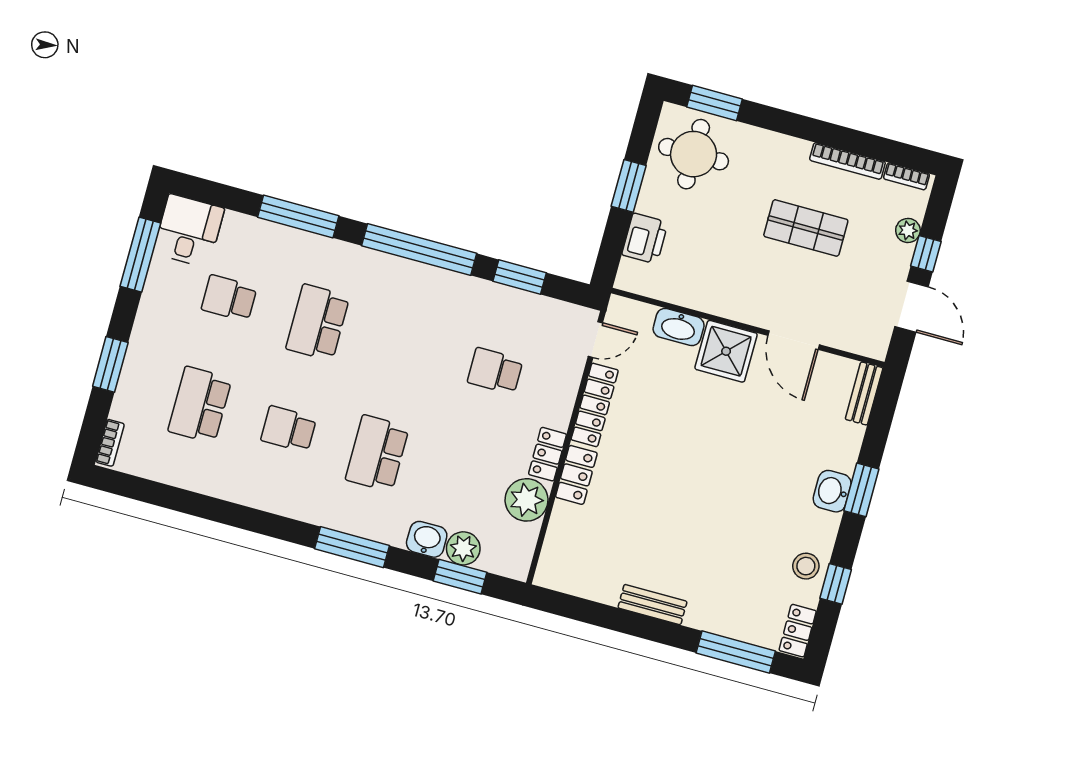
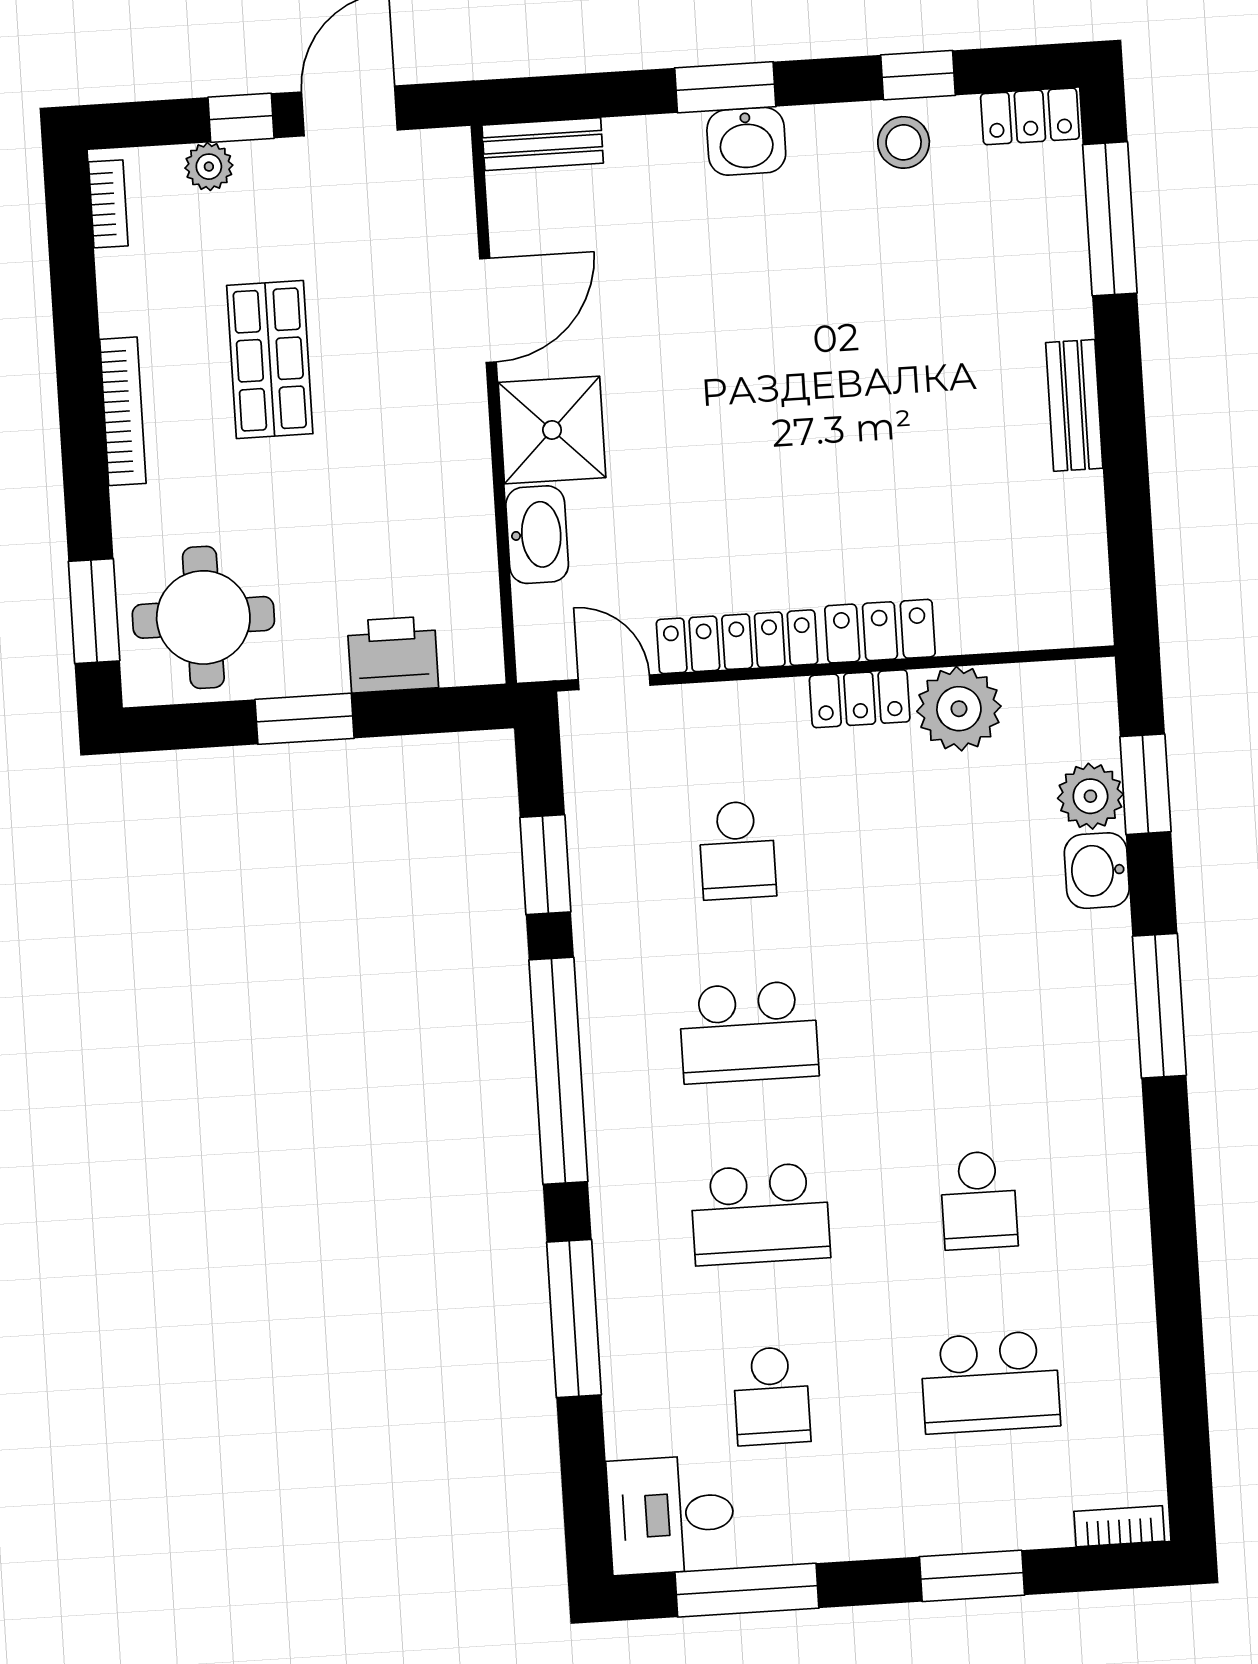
bookcase: (847, 161) -> (123, 411), moved
school desk: (377, 453) -> (749, 1032), moved

